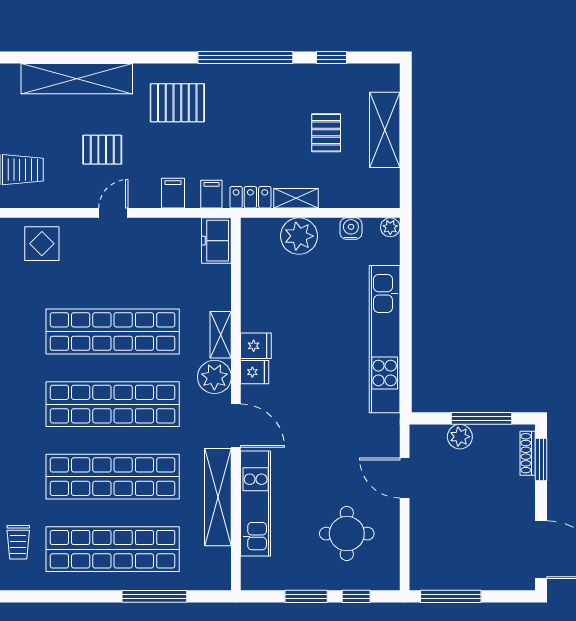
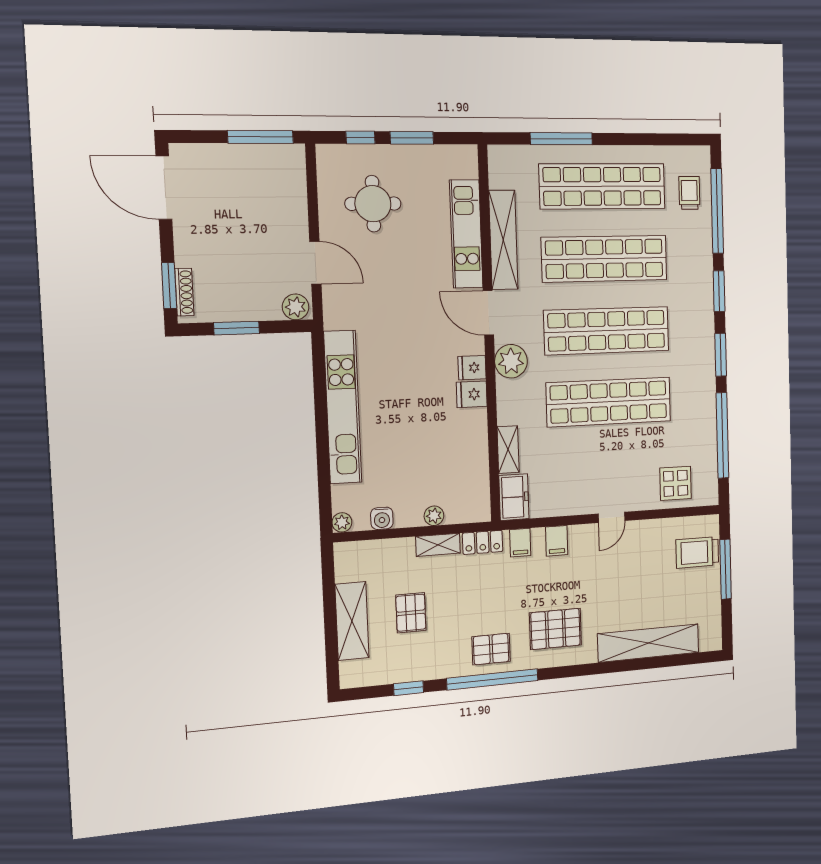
pallet: (102, 150) -> (491, 649), moved
plant: (299, 236) -> (434, 516), width x0.53, depth x0.53
shelving: (221, 335) -> (508, 450), moved
window: (481, 418) -> (237, 328), width x0.69
plant: (460, 437) -> (296, 307), moved

